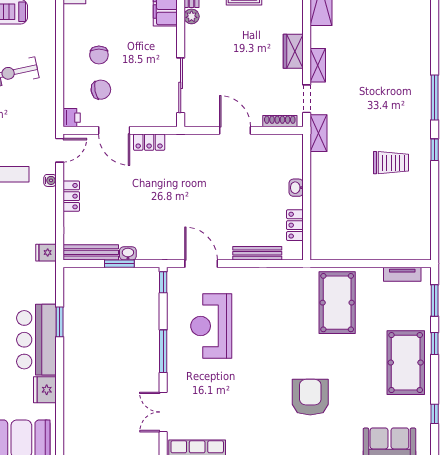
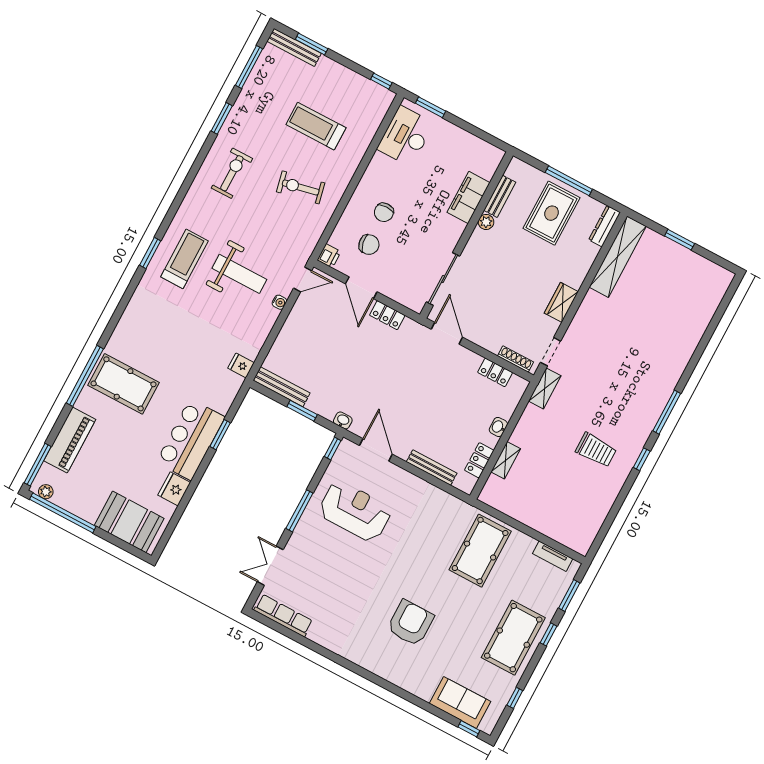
shelving: (318, 65) -> (506, 460), moved
door: (235, 130) -> (447, 333), moved
locker: (71, 196) -> (495, 372), moved, turned 90
washbasin: (128, 253) -> (343, 420), moved
reception desk: (211, 326) -> (355, 511), turned 90

